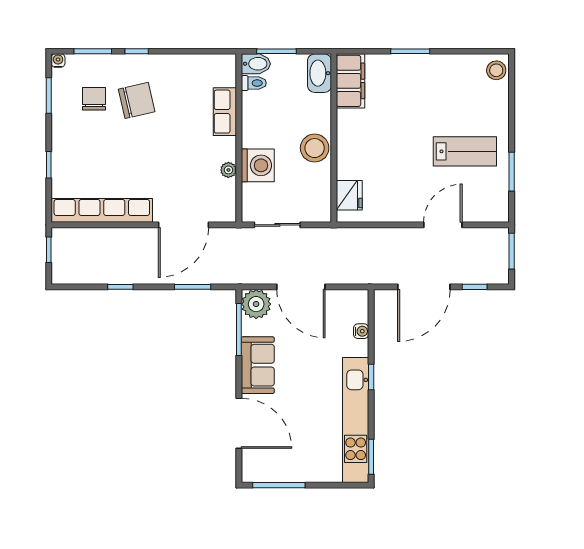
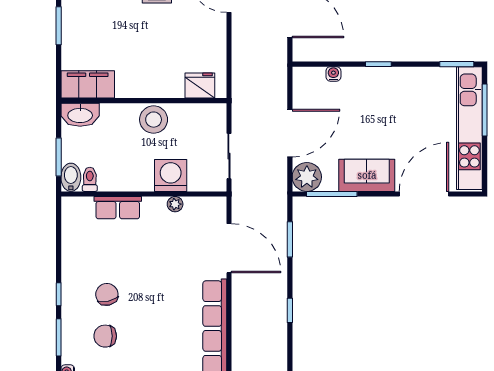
chair: (137, 100) -> (107, 294), width x0.73, depth x0.73
kitchen unit: (356, 420) -> (469, 128), moved, turned 90
window: (279, 485) -> (485, 110), moved

